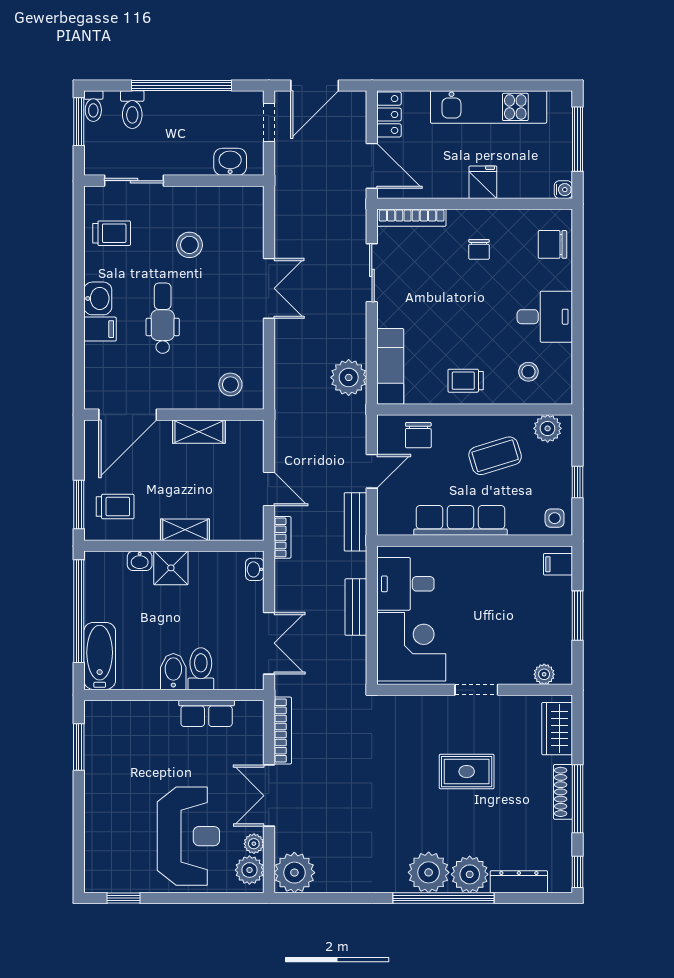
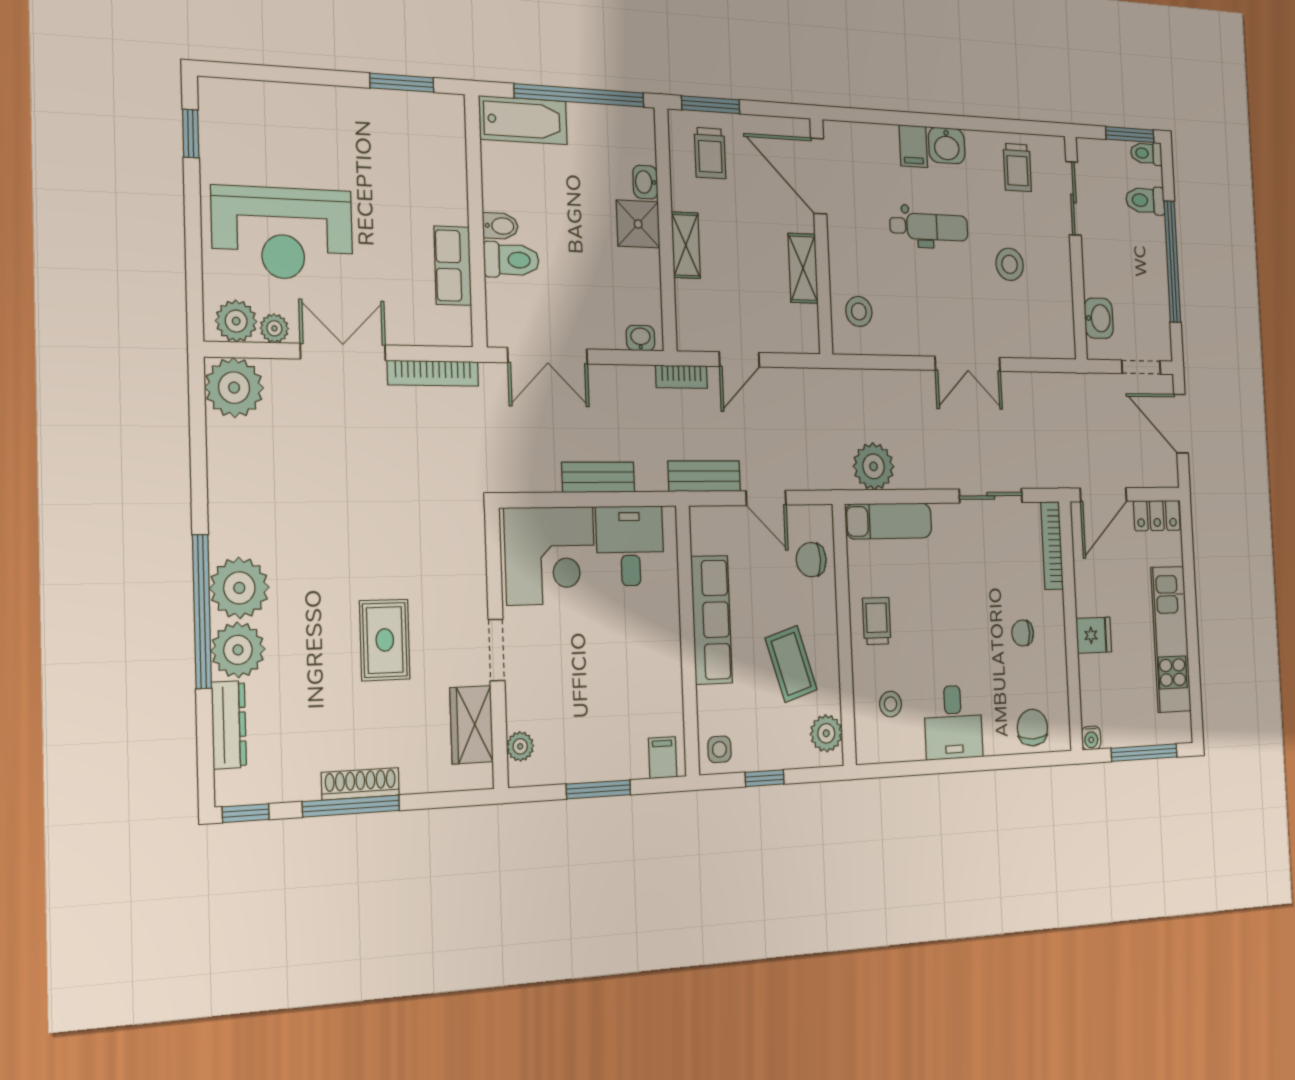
bidet: (173, 672) -> (500, 226), width x0.72, depth x0.74
wardrobe: (557, 729) -> (471, 725), moved, turned -90

